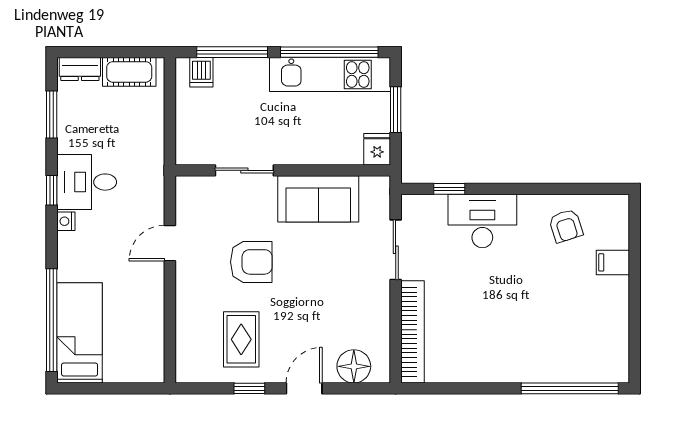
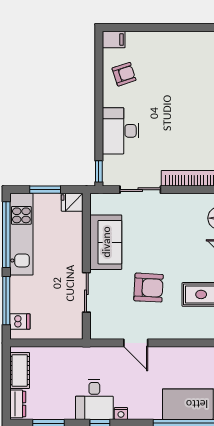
window: (449, 189) -> (99, 171), moved
armchair: (251, 262) -> (149, 288), turned 93
filing cabinet: (613, 262) -> (114, 40), moved, turned -90

